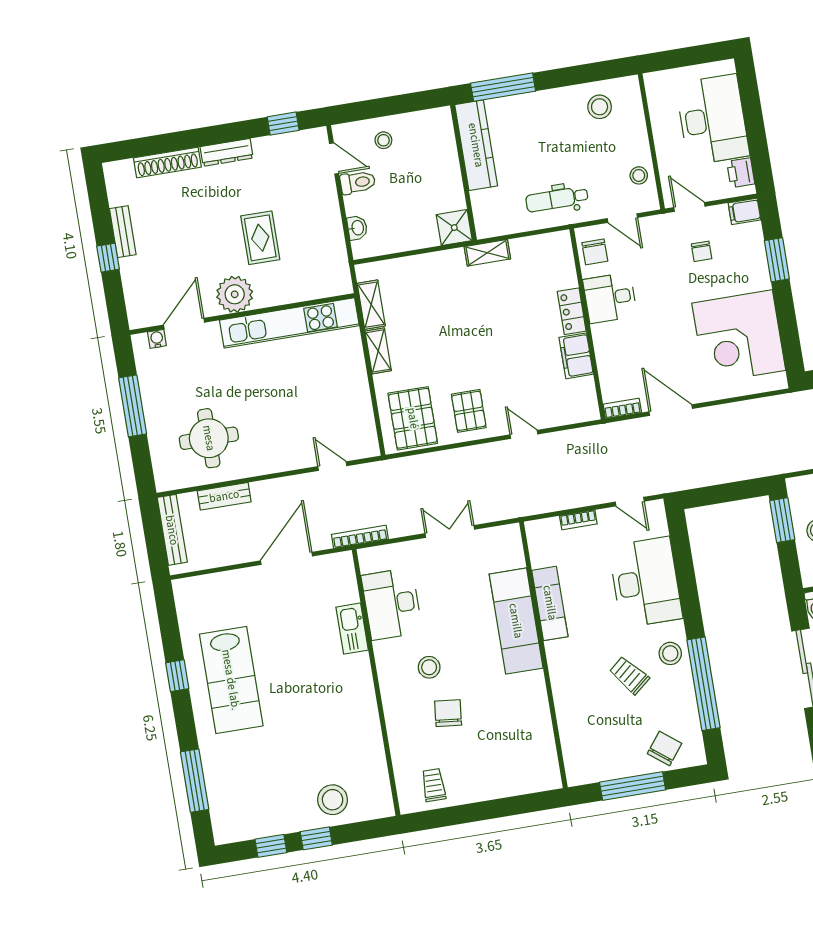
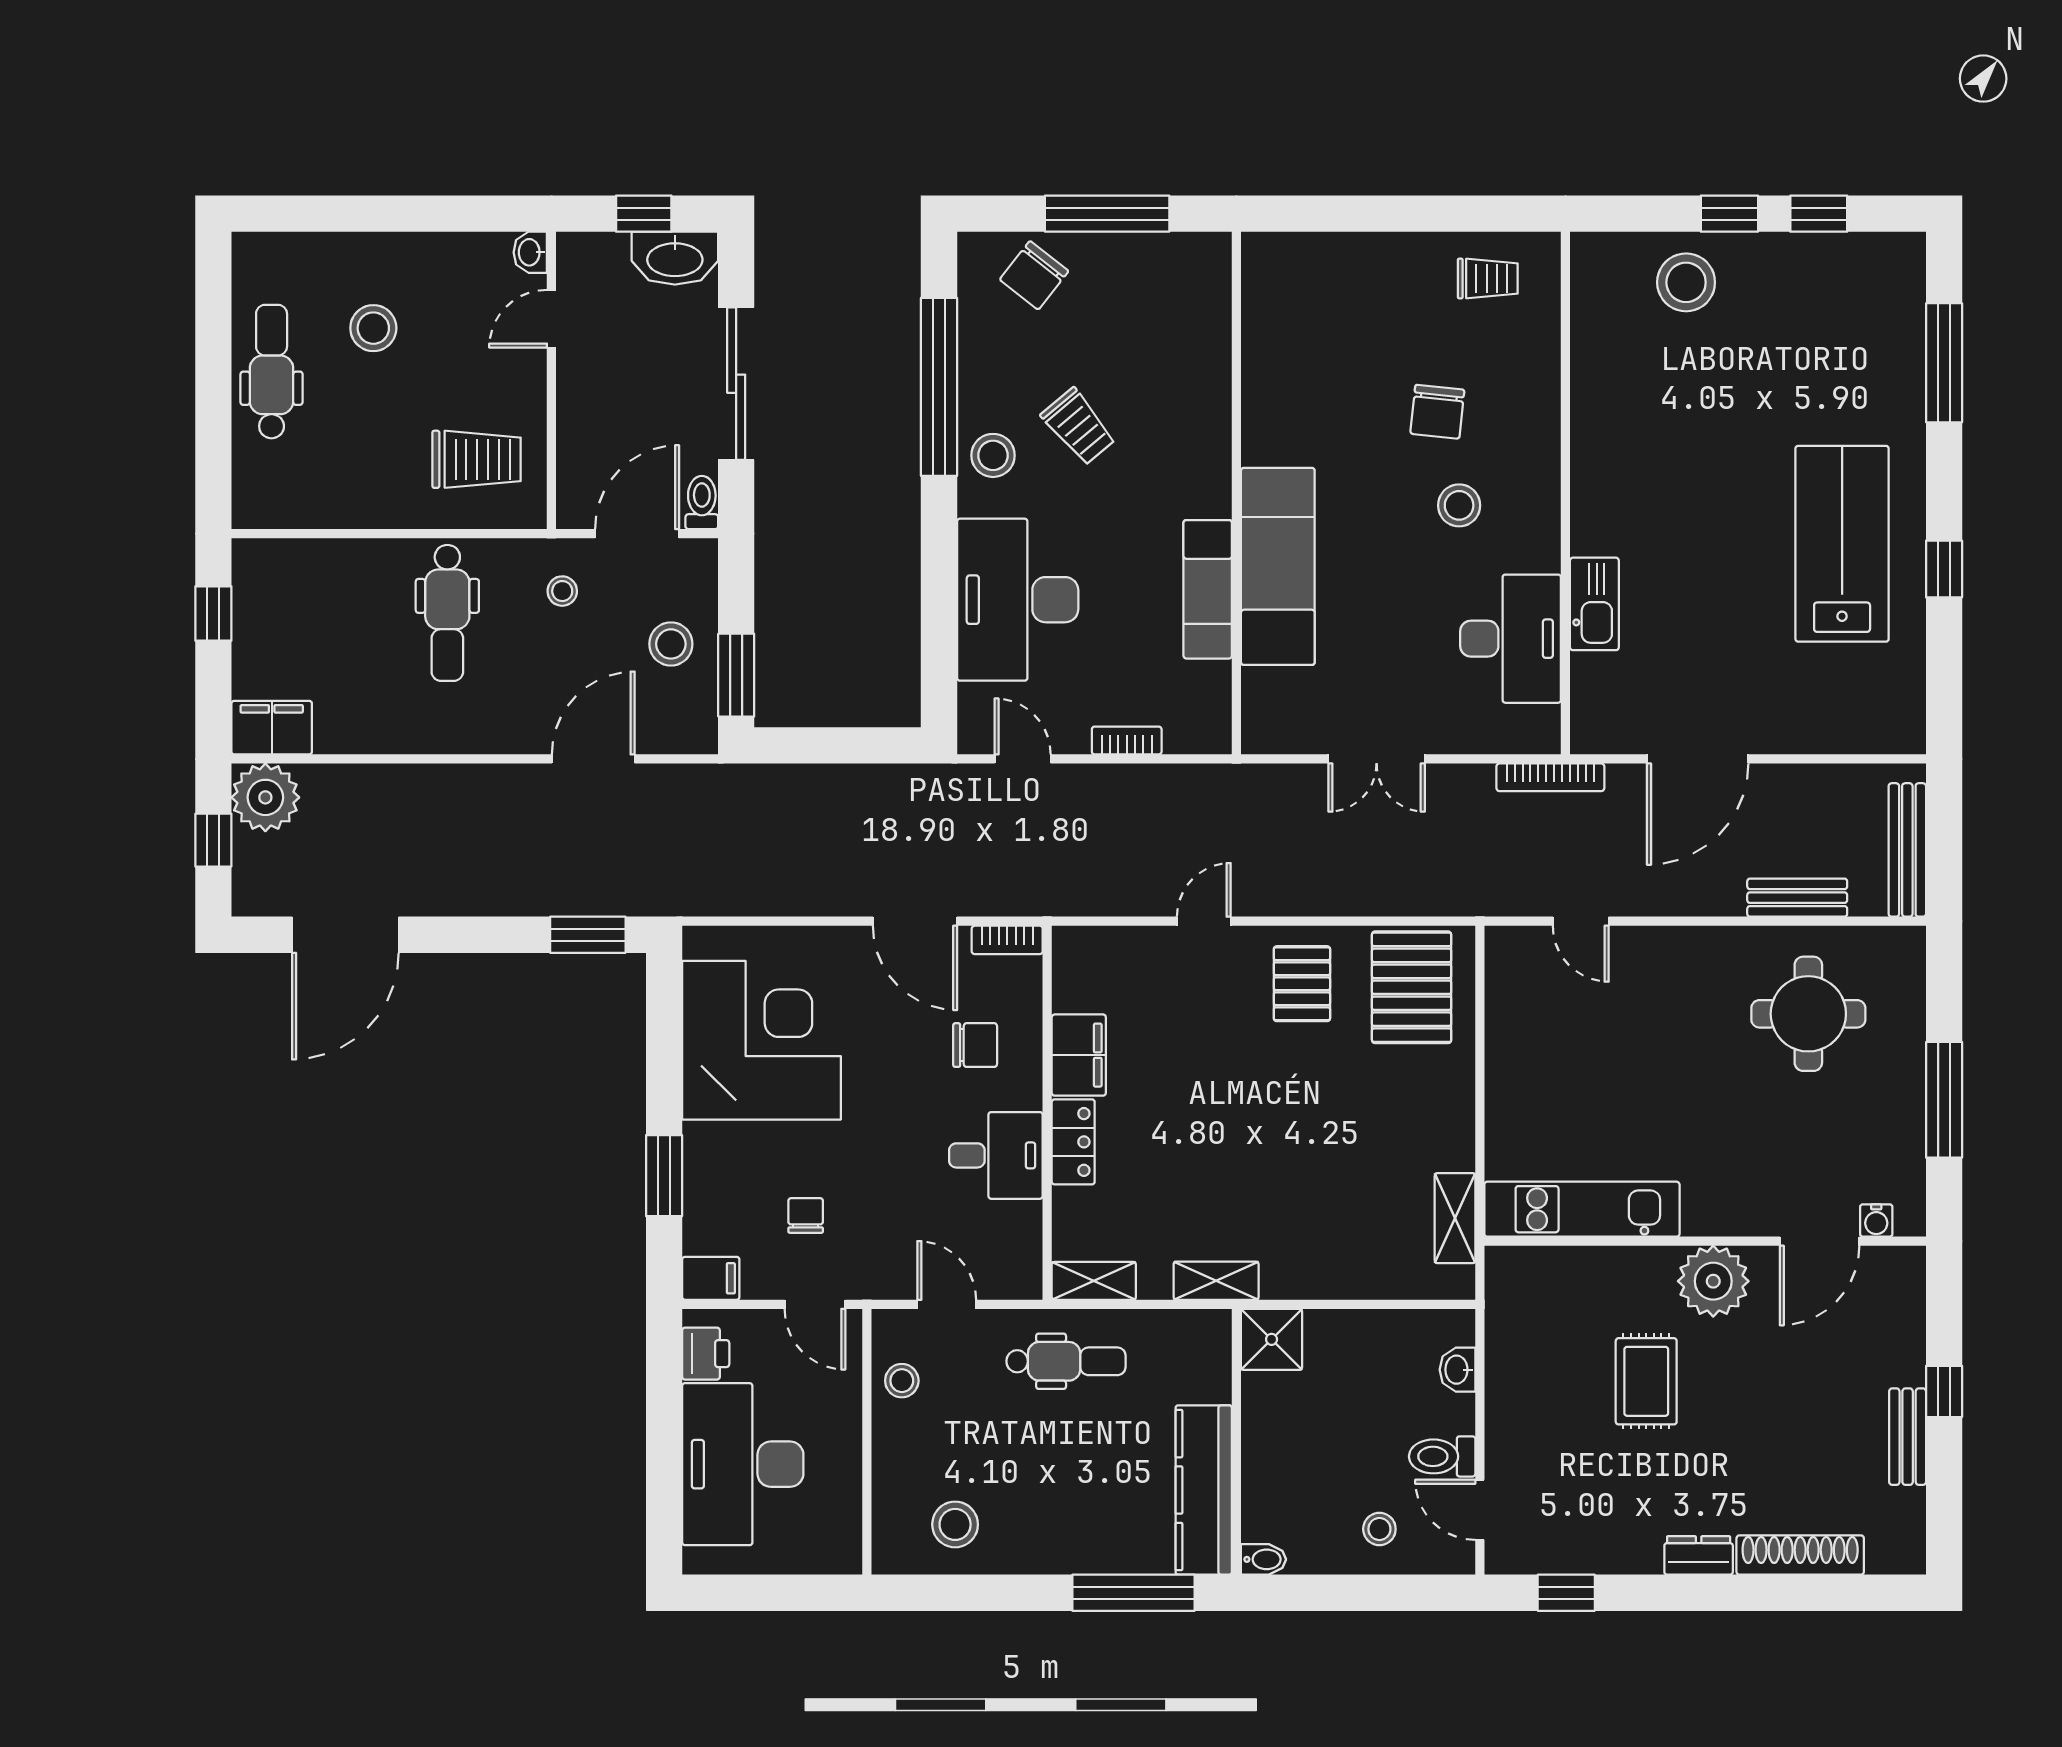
bidet: (440, 115) -> (1264, 1559), added
dresser: (227, 152) -> (1699, 1555), width x0.70
chair: (595, 252) -> (975, 1045), moved, turned 90
kitchen unit: (289, 323) -> (1582, 1209), width x0.73
shelving: (378, 351) -> (1094, 1281), moved, turned 90
door: (524, 434) -> (1204, 921), swing flipped
trolley: (434, 785) -> (1488, 279), turned -90

